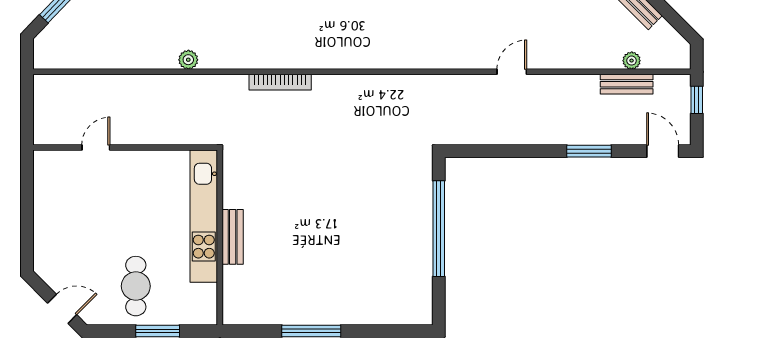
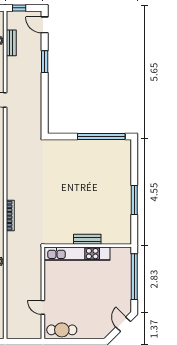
door: (663, 151) -> (45, 25), hinge flipped
window: (439, 229) -> (101, 137), moved
cafe table: (136, 286) -> (62, 330), moved
window: (158, 331) -> (134, 277), width x2.11

